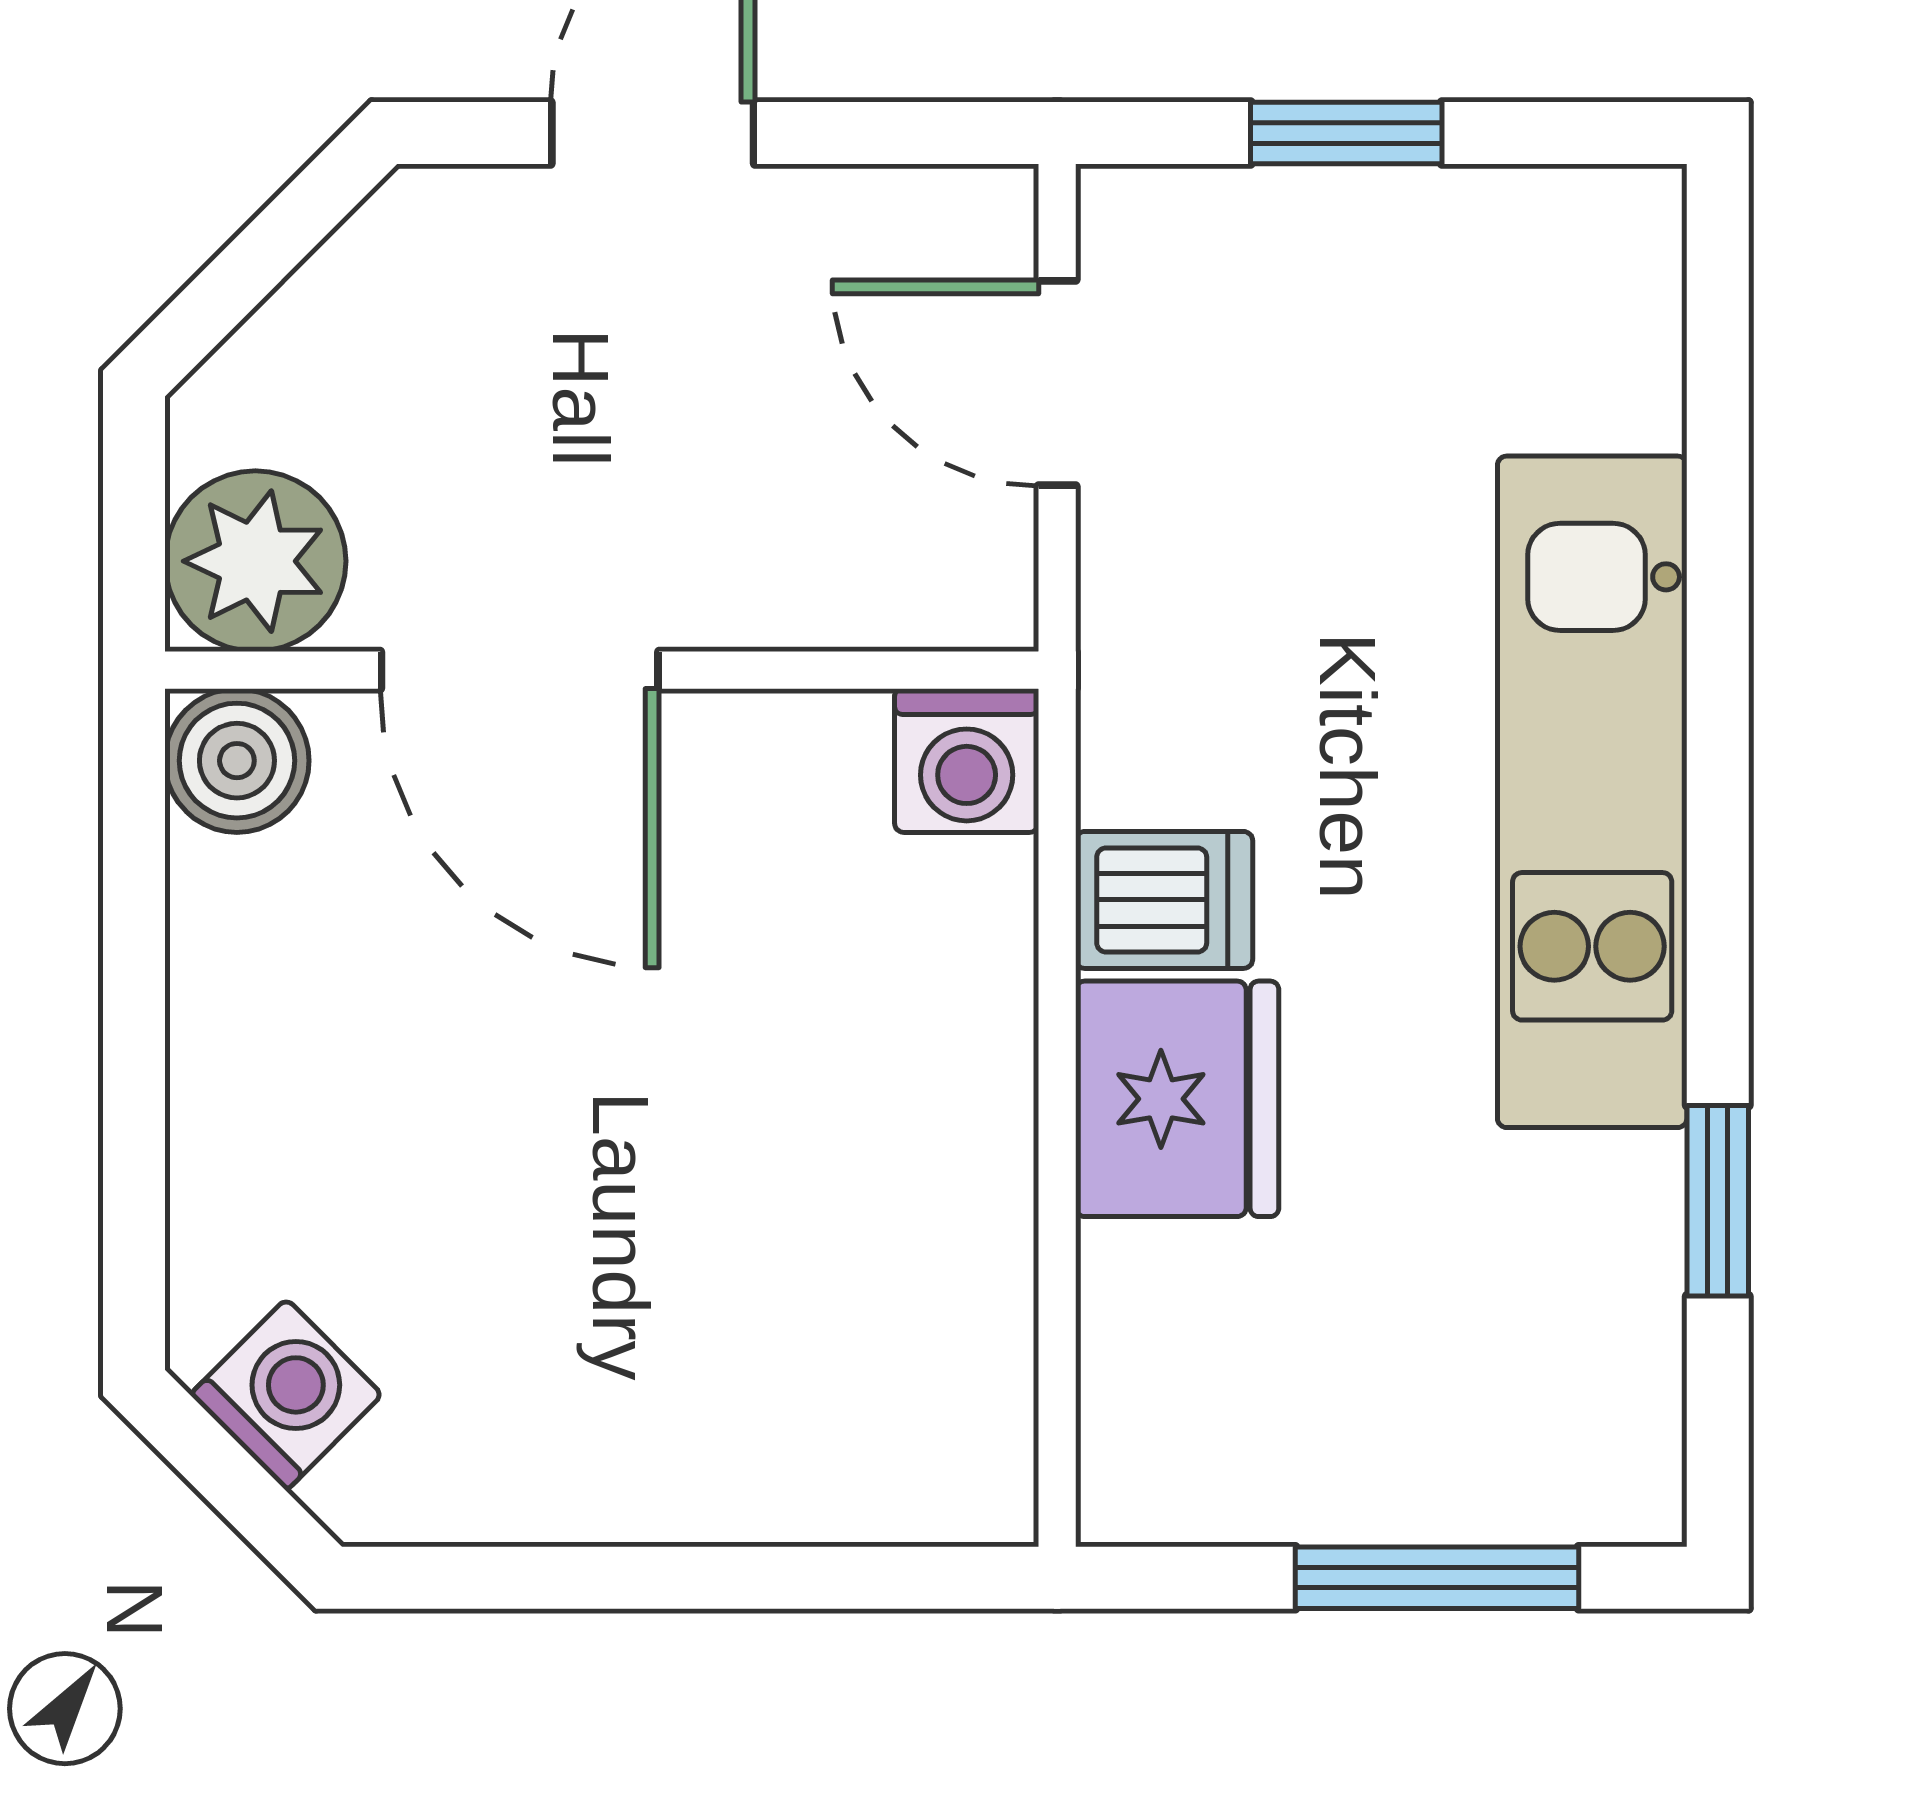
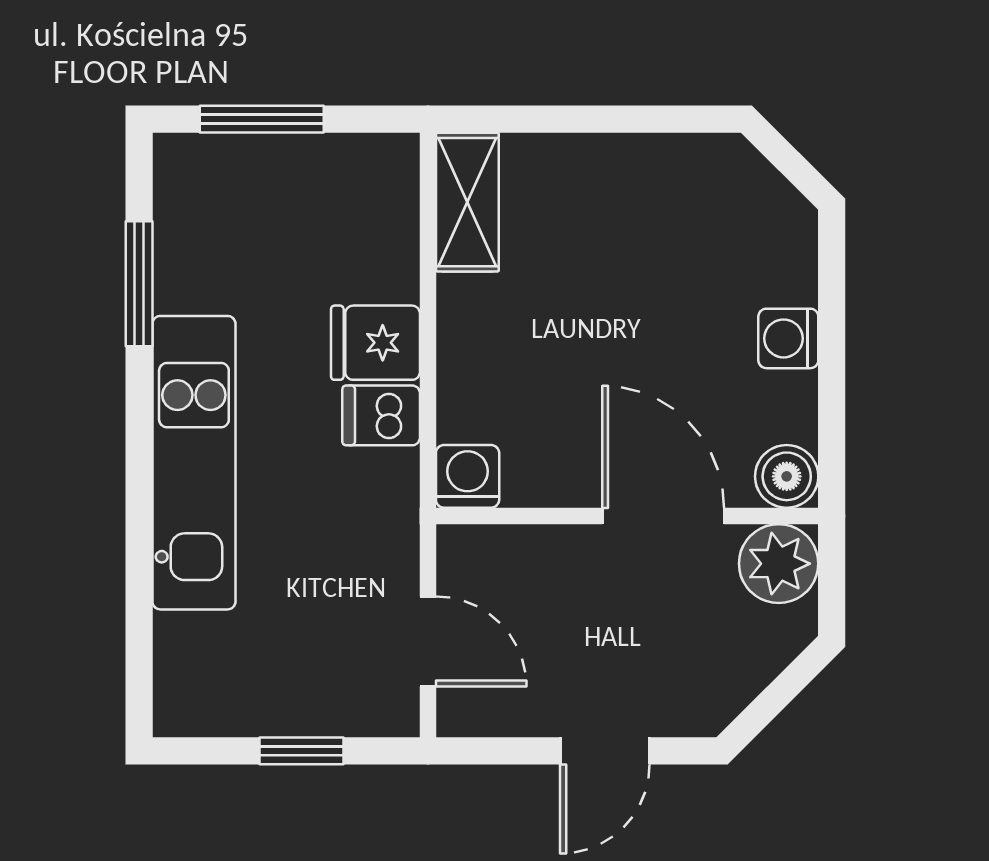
fridge: (1177, 1099) -> (375, 343), width x0.72
window: (1718, 1201) -> (139, 284), width x1.50
shelving: (967, 1388) -> (467, 202), added
washing machine: (286, 1395) -> (788, 338), moved, turned 45

